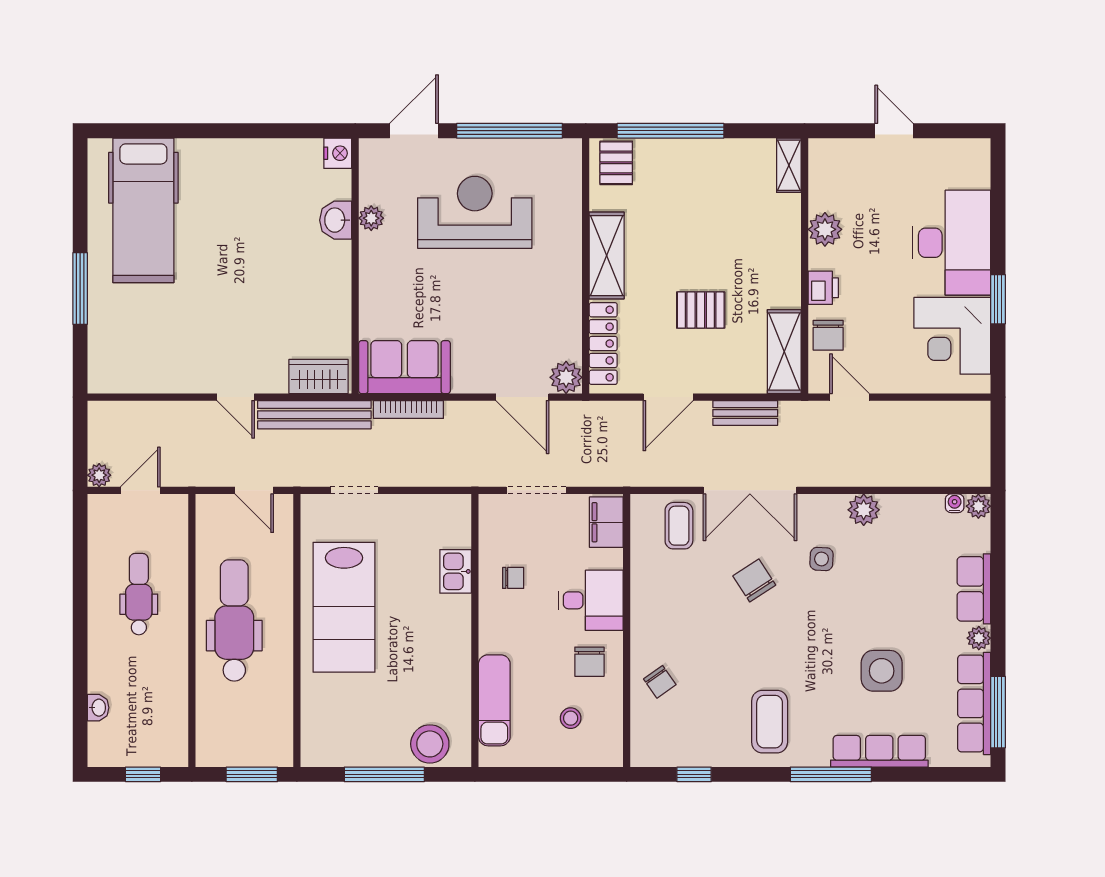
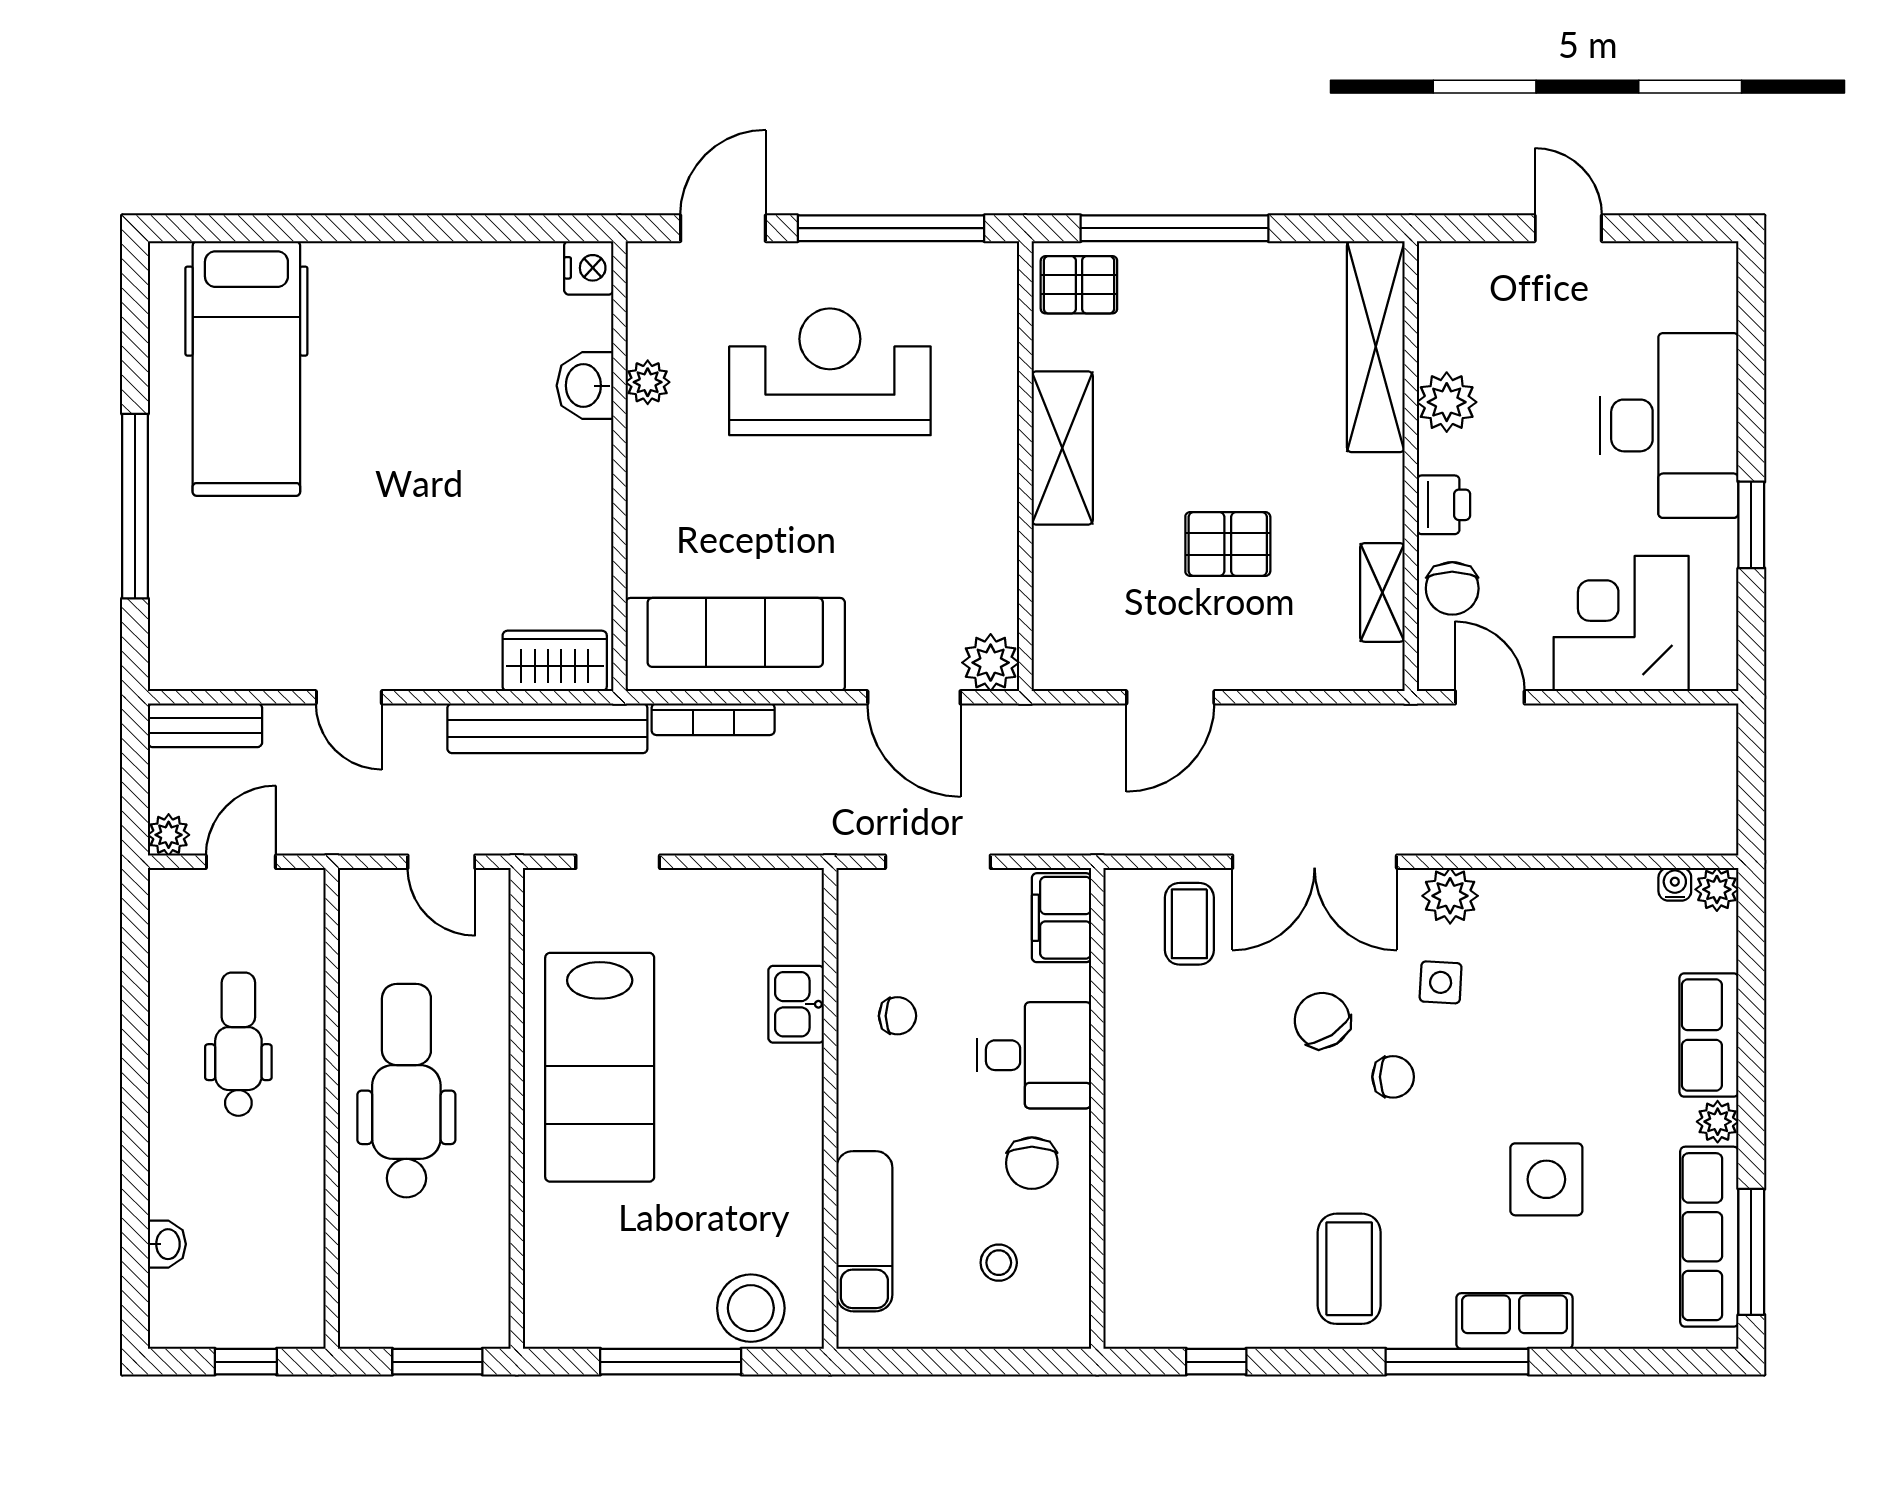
pallet: (616, 163) -> (1079, 285), turned 90
shelving: (789, 165) -> (1376, 347), width x2.20, depth x1.33
window: (80, 289) -> (135, 506), width x1.46
corner desk: (952, 336) -> (1621, 624), moved, turned 90
locker: (603, 344) -> (1056, 603), removed
shelving: (784, 352) -> (1382, 592), width x0.67, depth x0.75
sofa: (405, 367) -> (735, 645), width x1.36
door: (236, 397) -> (349, 697), moved
bench: (745, 413) -> (205, 725), moved
plant: (864, 510) -> (1450, 896), moved
chair: (660, 682) -> (1393, 1077), moved, turned -55
row of seats: (879, 751) -> (1514, 1321), width x0.68

